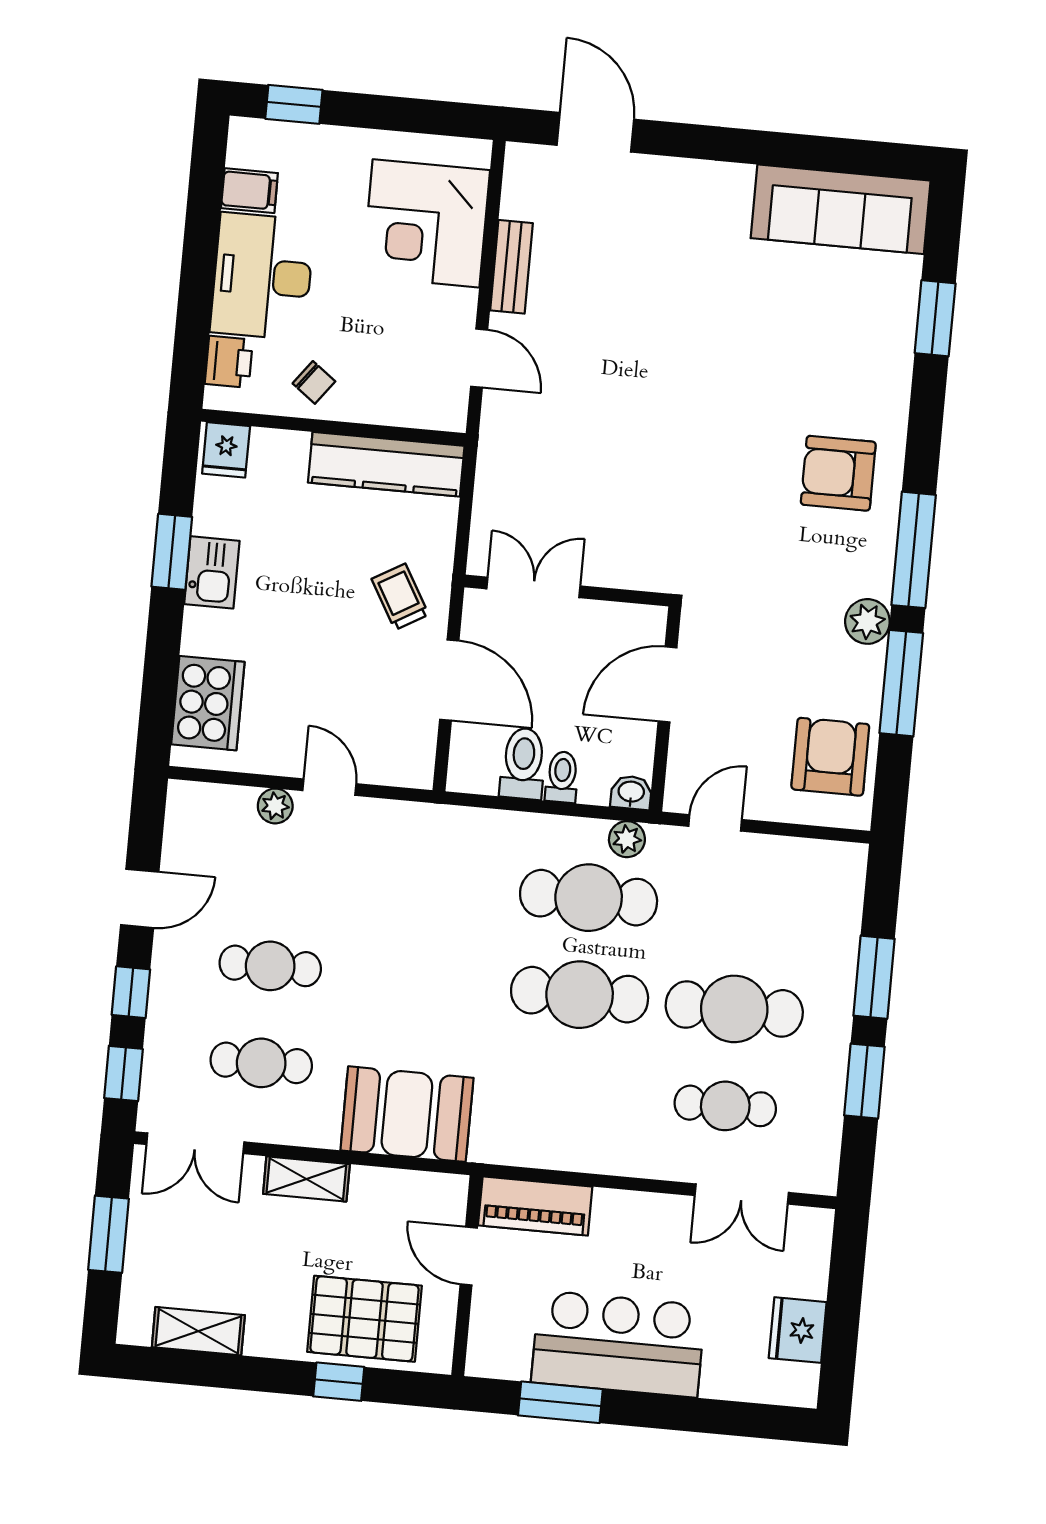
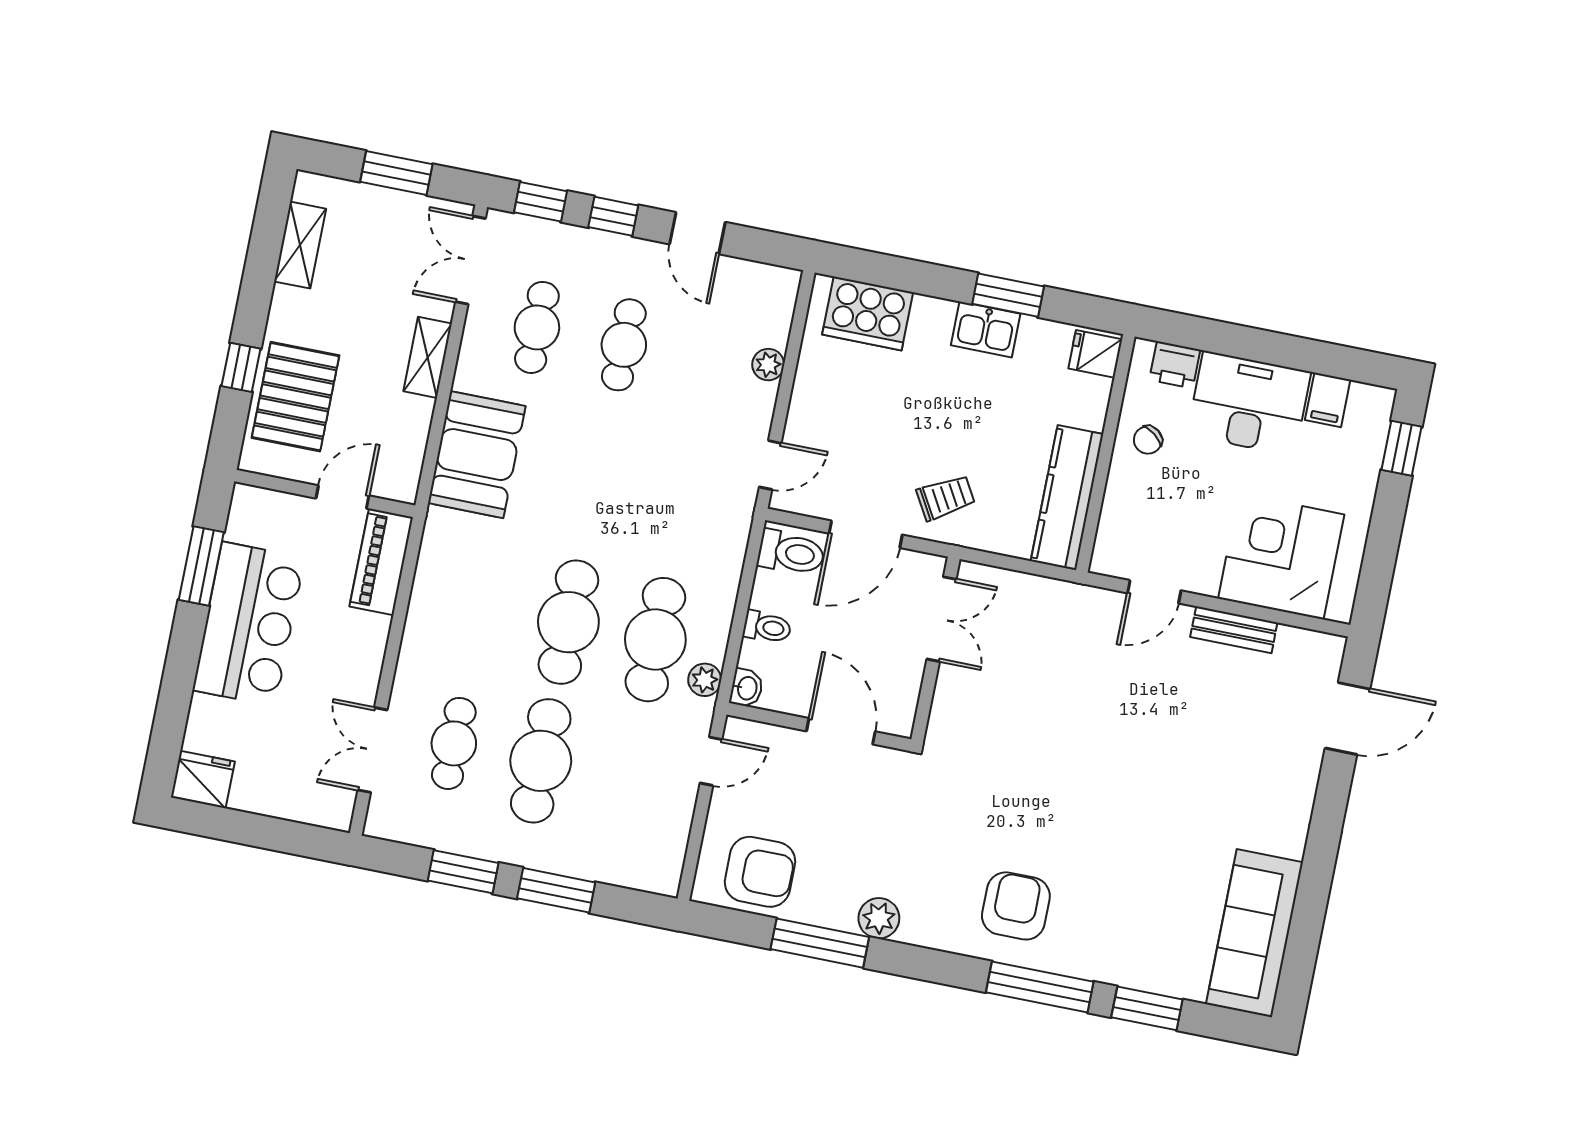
window: (914, 550) -> (1040, 987), moved
toilet: (523, 763) -> (791, 553), moved
door: (329, 787) -> (770, 465), moved
door: (715, 823) -> (711, 761), hinge flipped
fridge: (798, 1330) -> (203, 779), moved

